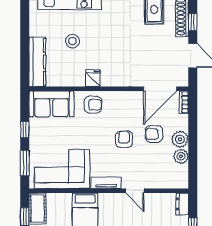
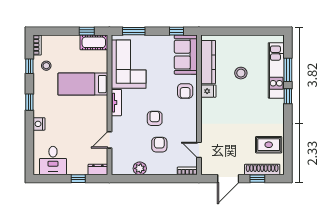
kitchen counter: (37, 62) -> (208, 62), moved, turned -90
door: (160, 89) -> (199, 150), width x0.53
window: (25, 130) -> (176, 31), moved
armchair: (124, 139) -> (155, 118), turned -90
plant: (180, 139) -> (155, 168), removed
door: (135, 191) -> (109, 140), moved

